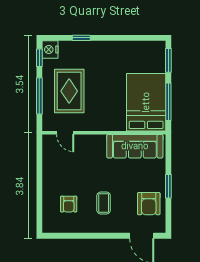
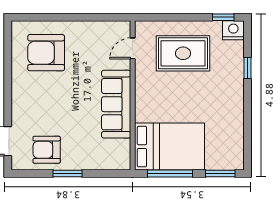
window: (39, 96) -> (177, 17), removed
sofa: (135, 146) -> (116, 104), moved
coffee table: (104, 203) -> (47, 95), removed
armchair: (69, 204) -> (46, 53), width x1.88, depth x1.88

